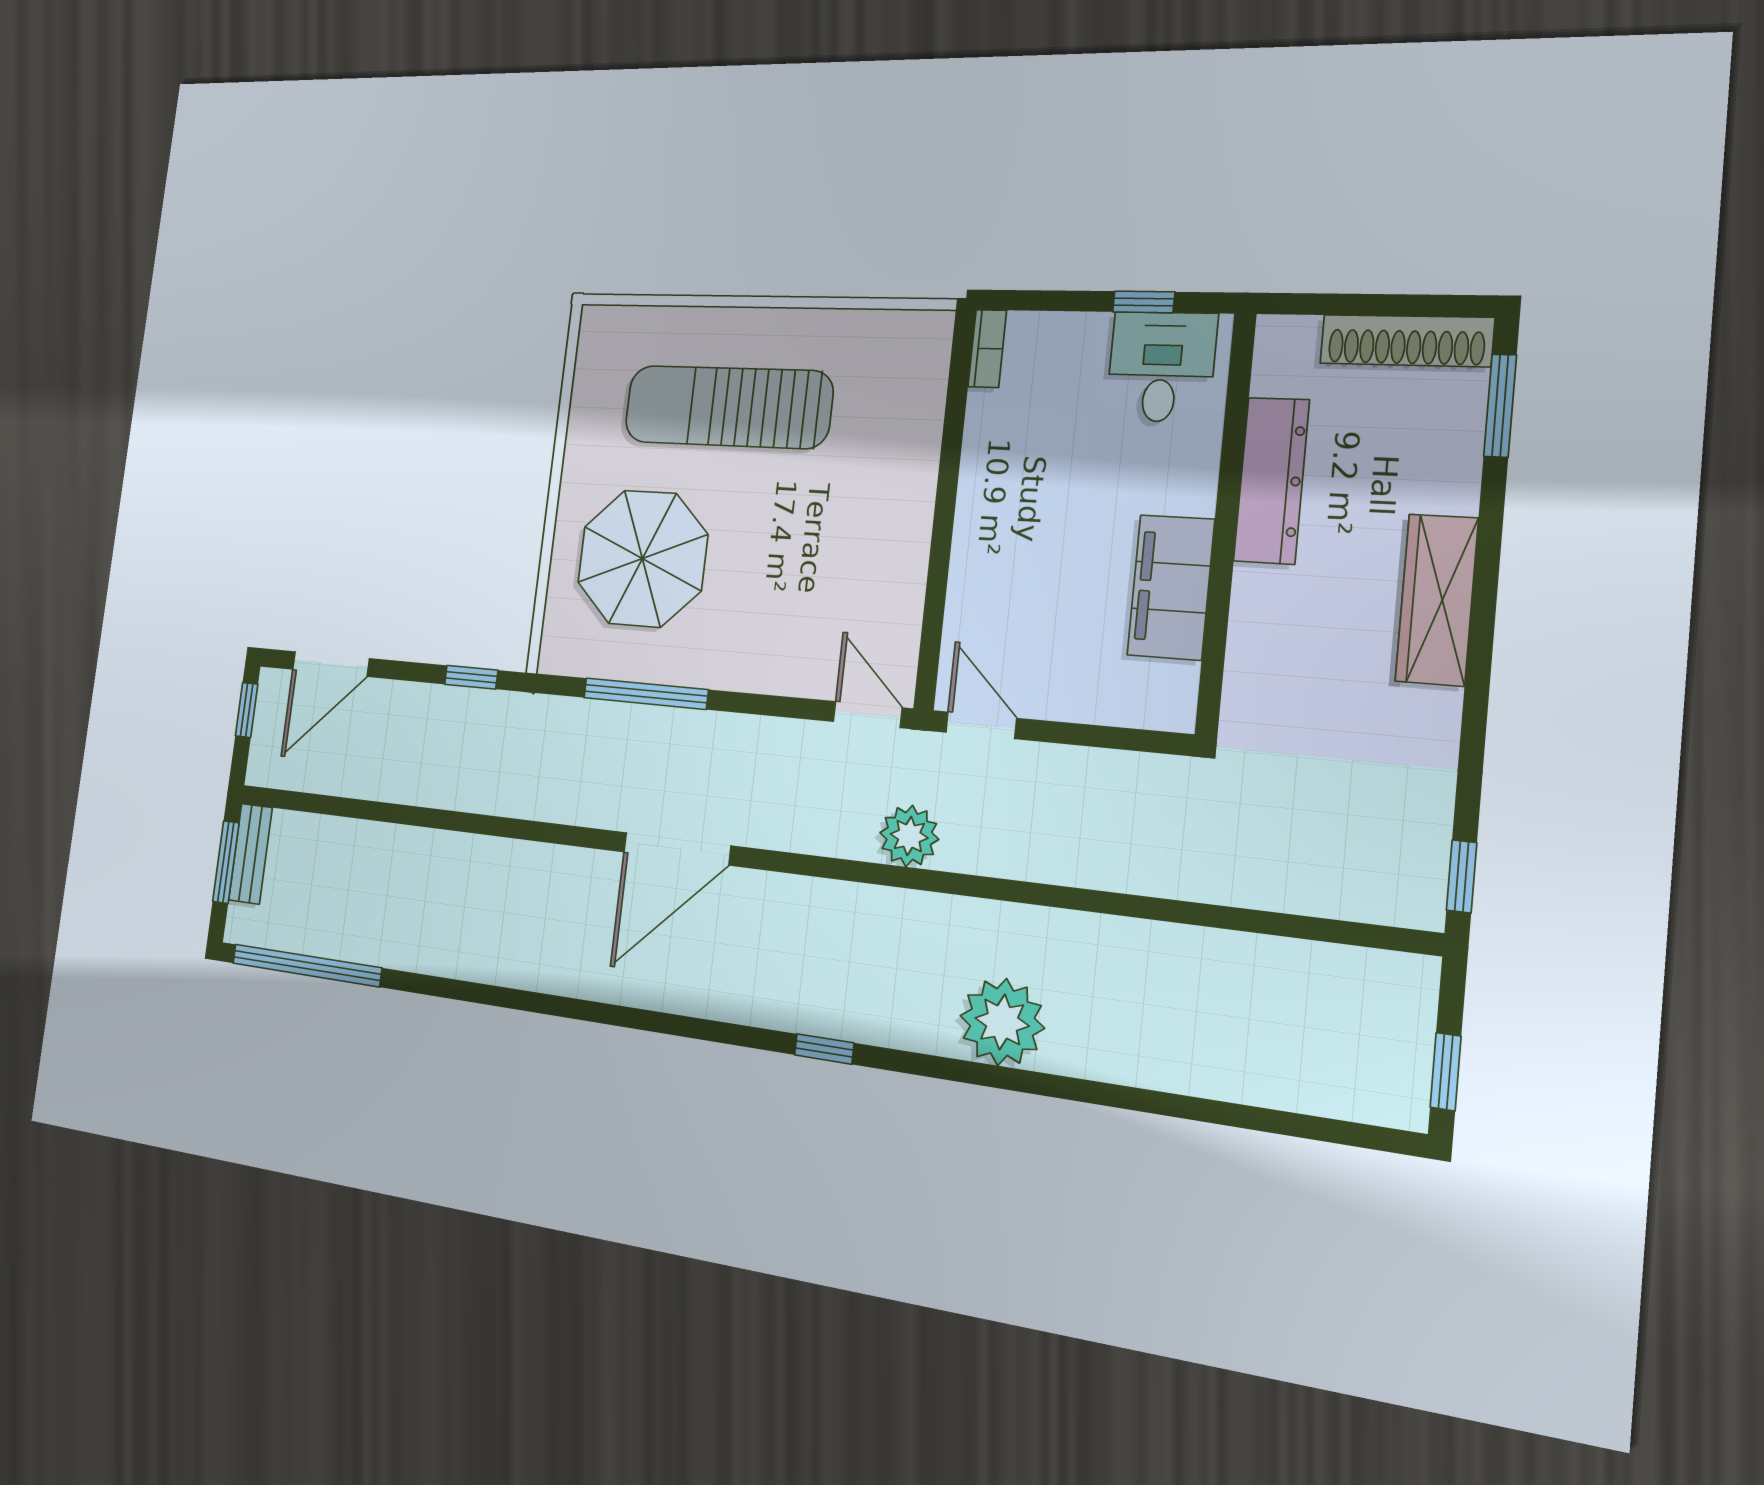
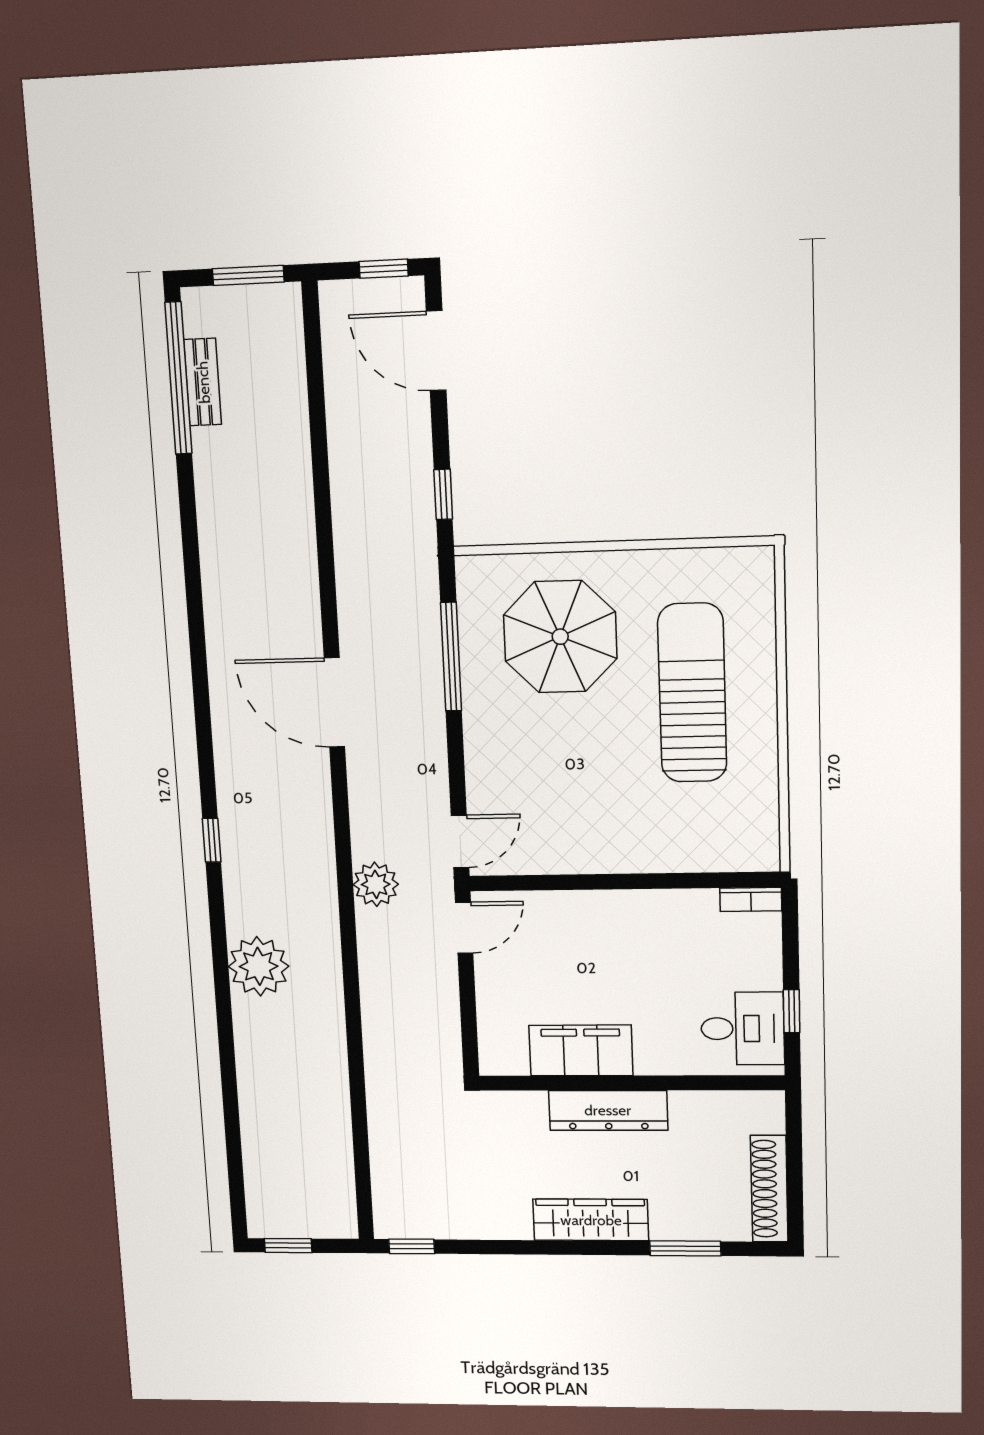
window: (1500, 406) -> (685, 1248), moved
dresser: (1272, 480) -> (608, 1110), moved
bench: (250, 854) -> (203, 382), moved, turned 90

